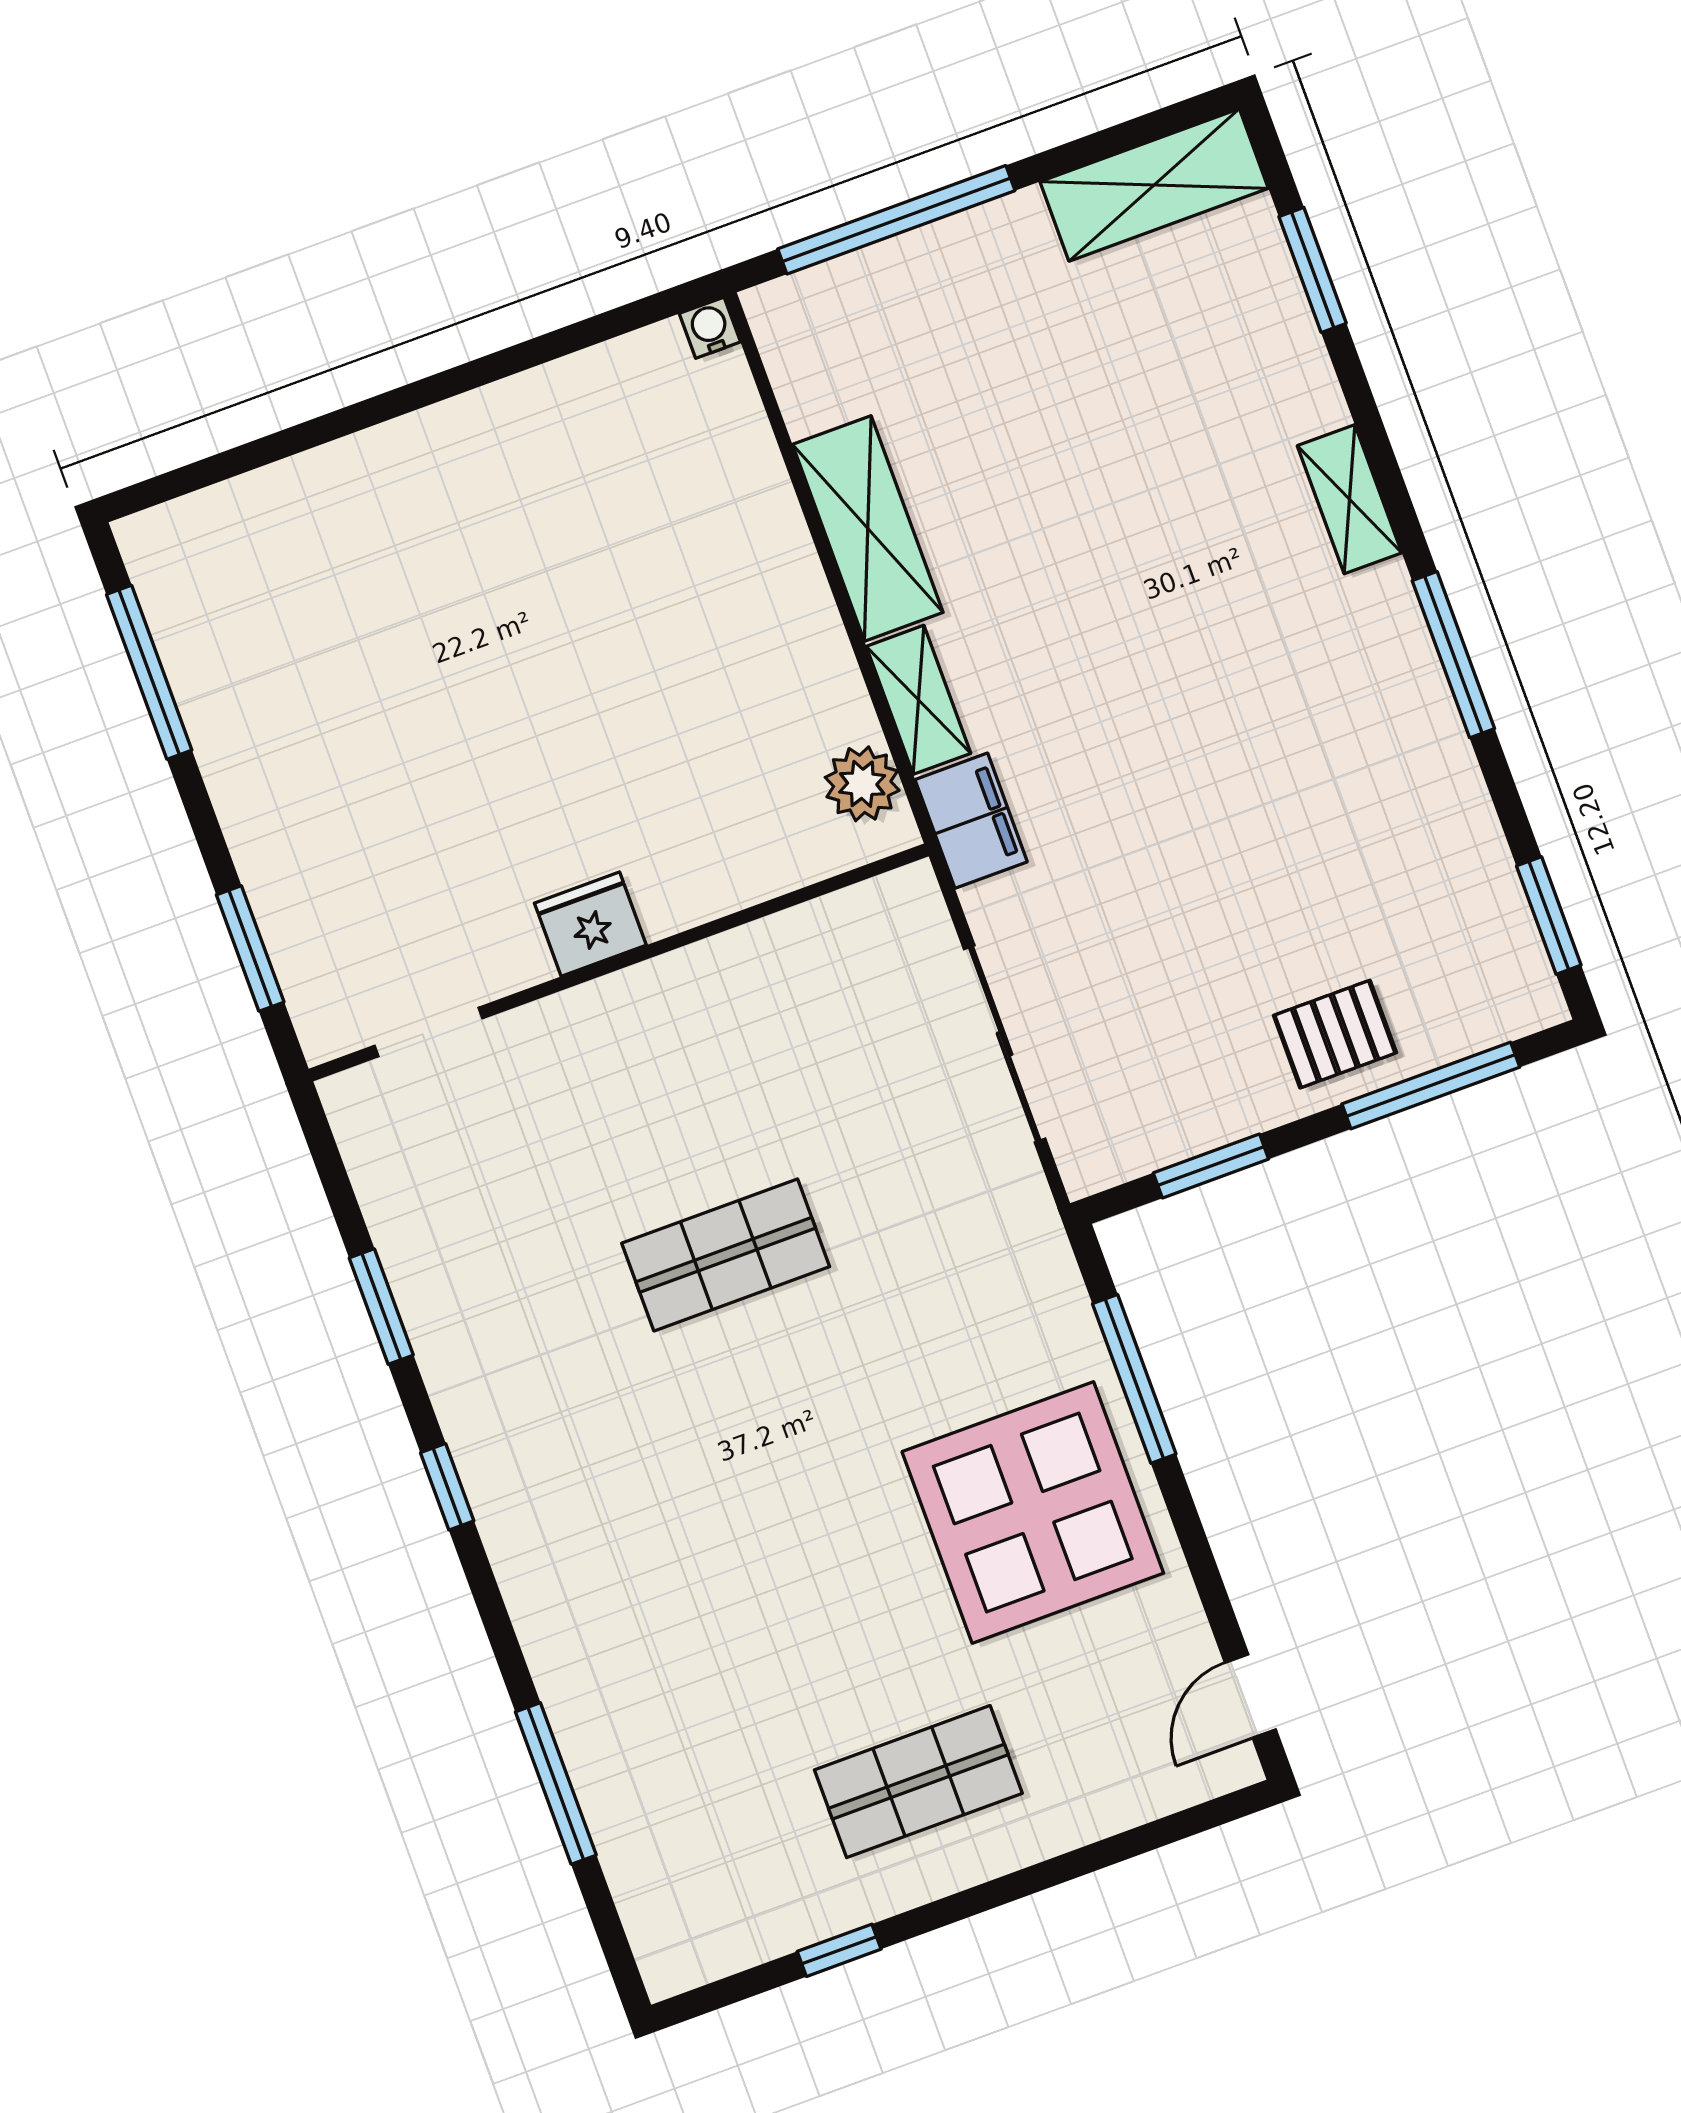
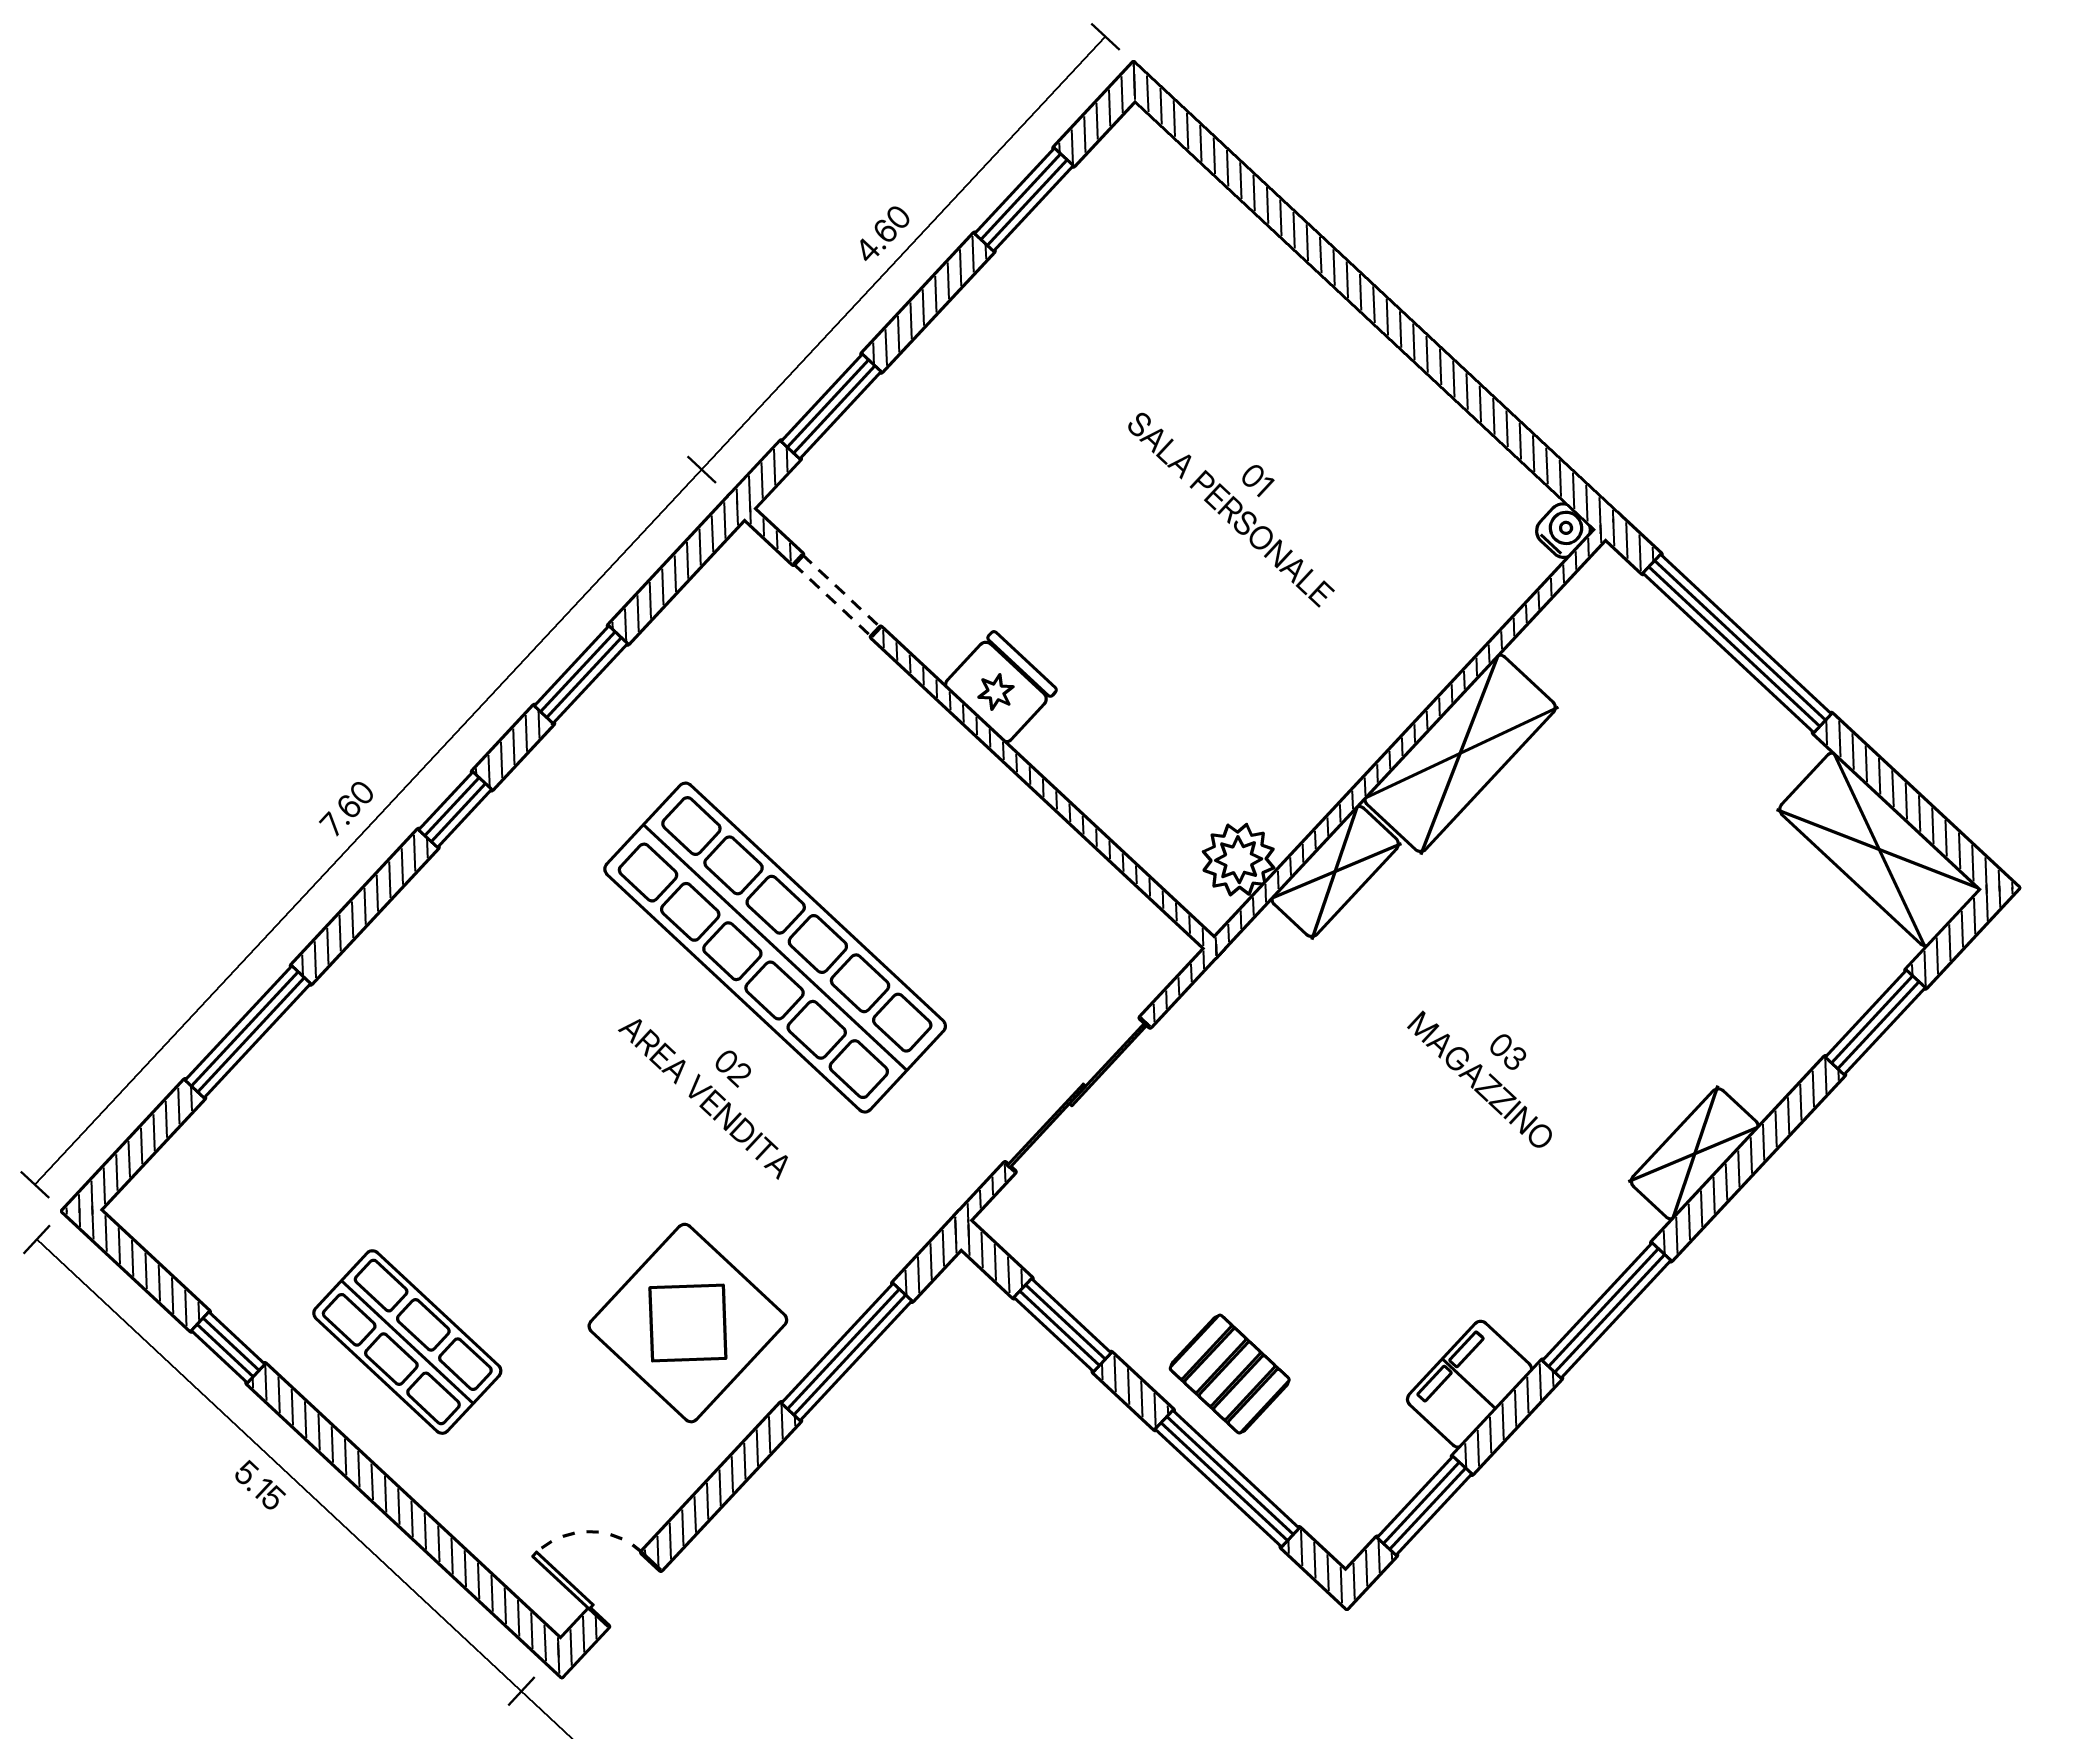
window: (149, 672) -> (1024, 200), width x0.69
filing cabinet: (971, 821) -> (1470, 1384), moved, turned 180
shop shelf: (726, 1255) -> (775, 948), width x2.00, depth x1.36
display table: (1033, 1512) -> (688, 1323), width x0.73, depth x0.73

